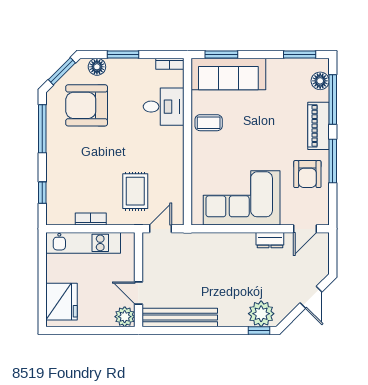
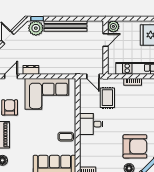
desk: (164, 107) -> (91, 124), moved
door: (160, 229) -> (93, 76), hinge flipped
door: (138, 293) -> (105, 40), hinge flipped
bench: (180, 317) -> (65, 26), moved

